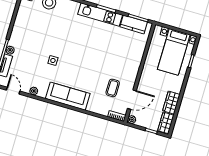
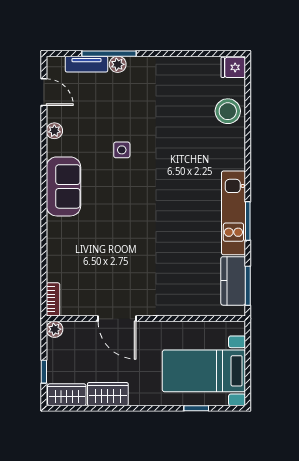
coffee table: (113, 88) -> (103, 276), removed
door: (13, 91) -> (44, 92), hinge flipped
sofa: (68, 96) -> (63, 186), width x0.73
door: (132, 100) -> (117, 319), moved

